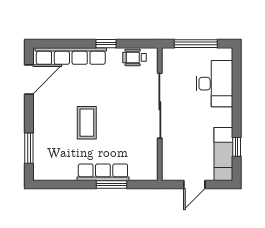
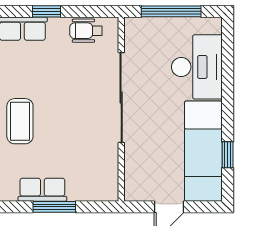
exam couch: (223, 154) -> (203, 151), width x1.36, depth x1.45
row of seats: (103, 172) -> (42, 190), width x0.68

